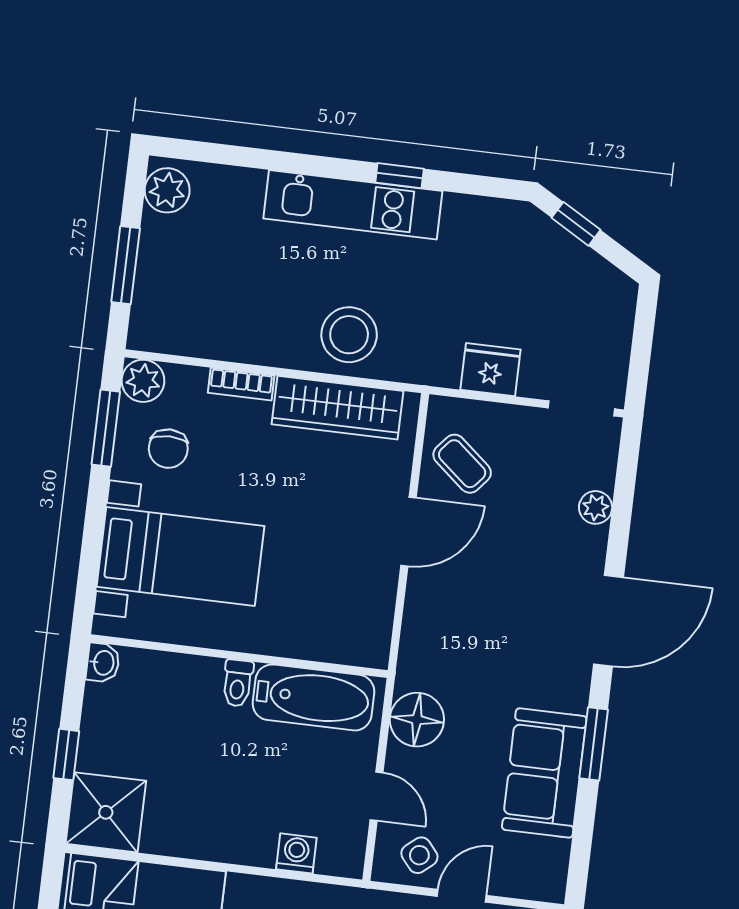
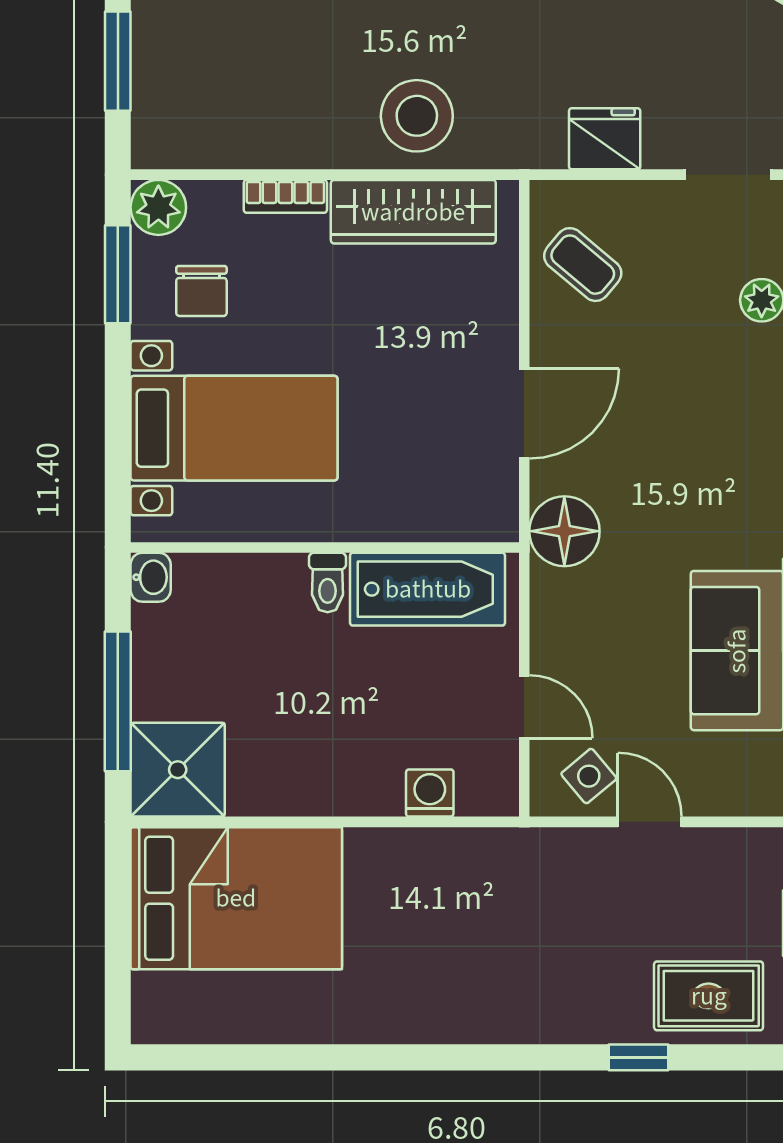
door: (408, 532) -> (524, 414), moved
floor lamp: (417, 720) -> (564, 531), moved
window: (66, 755) -> (118, 701), width x2.17
door: (462, 896) -> (650, 822), hinge flipped

